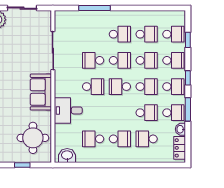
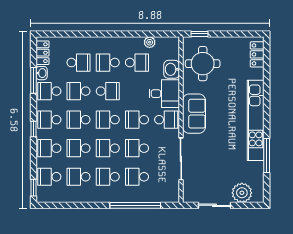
window: (95, 8) -> (135, 205), width x1.46
school desk: (93, 34) -> (137, 177), added
window: (188, 40) -> (33, 188), moved
school desk: (93, 60) -> (137, 148), turned 180
school desk: (66, 87) -> (166, 120), added
school desk: (120, 87) -> (108, 120), turned 180
window: (188, 109) -> (33, 80), moved
school desk: (120, 113) -> (108, 91), added
washbasin: (67, 156) -> (172, 69), moved, turned 90
plant: (81, 157) -> (150, 42), added
window: (22, 165) -> (199, 34), moved

